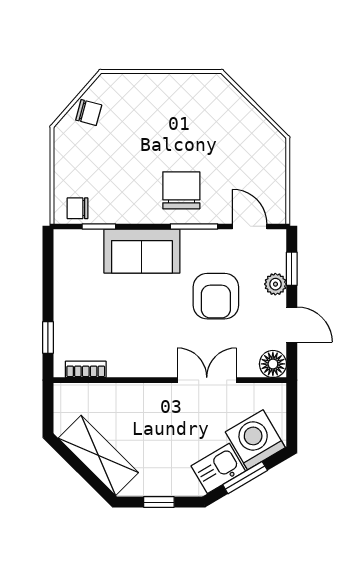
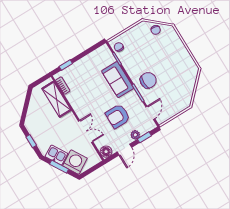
shelving: (98, 455) -> (56, 99), moved, turned -45

